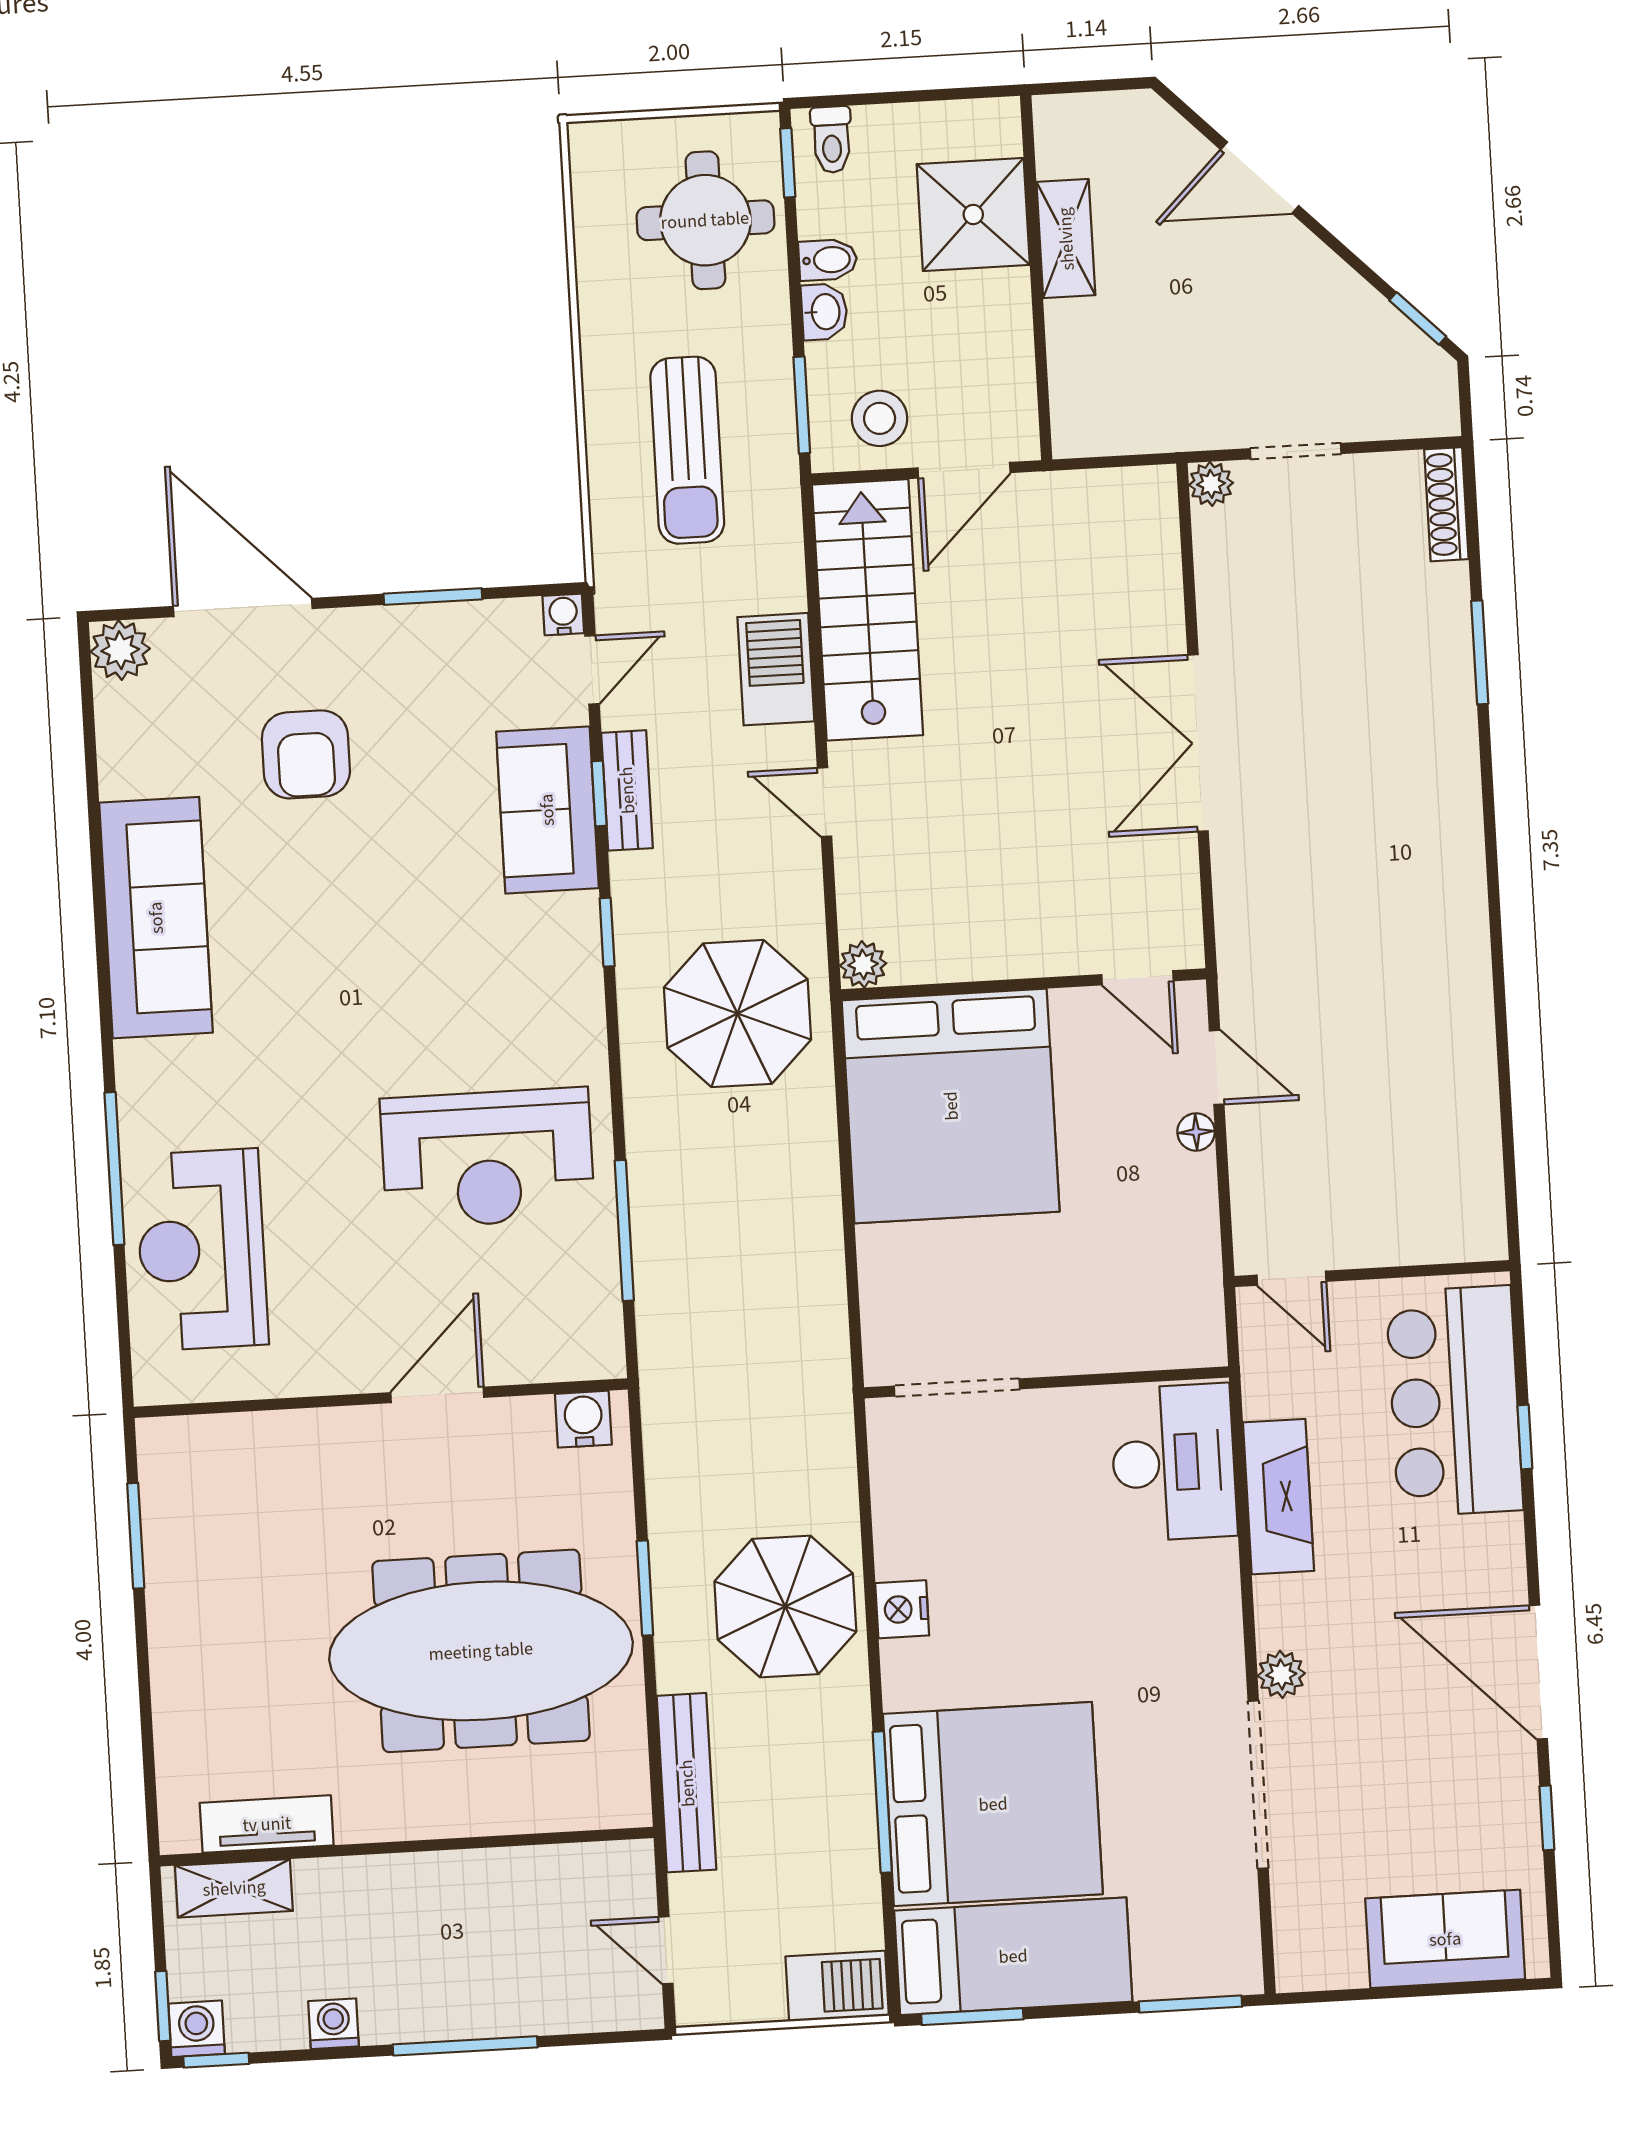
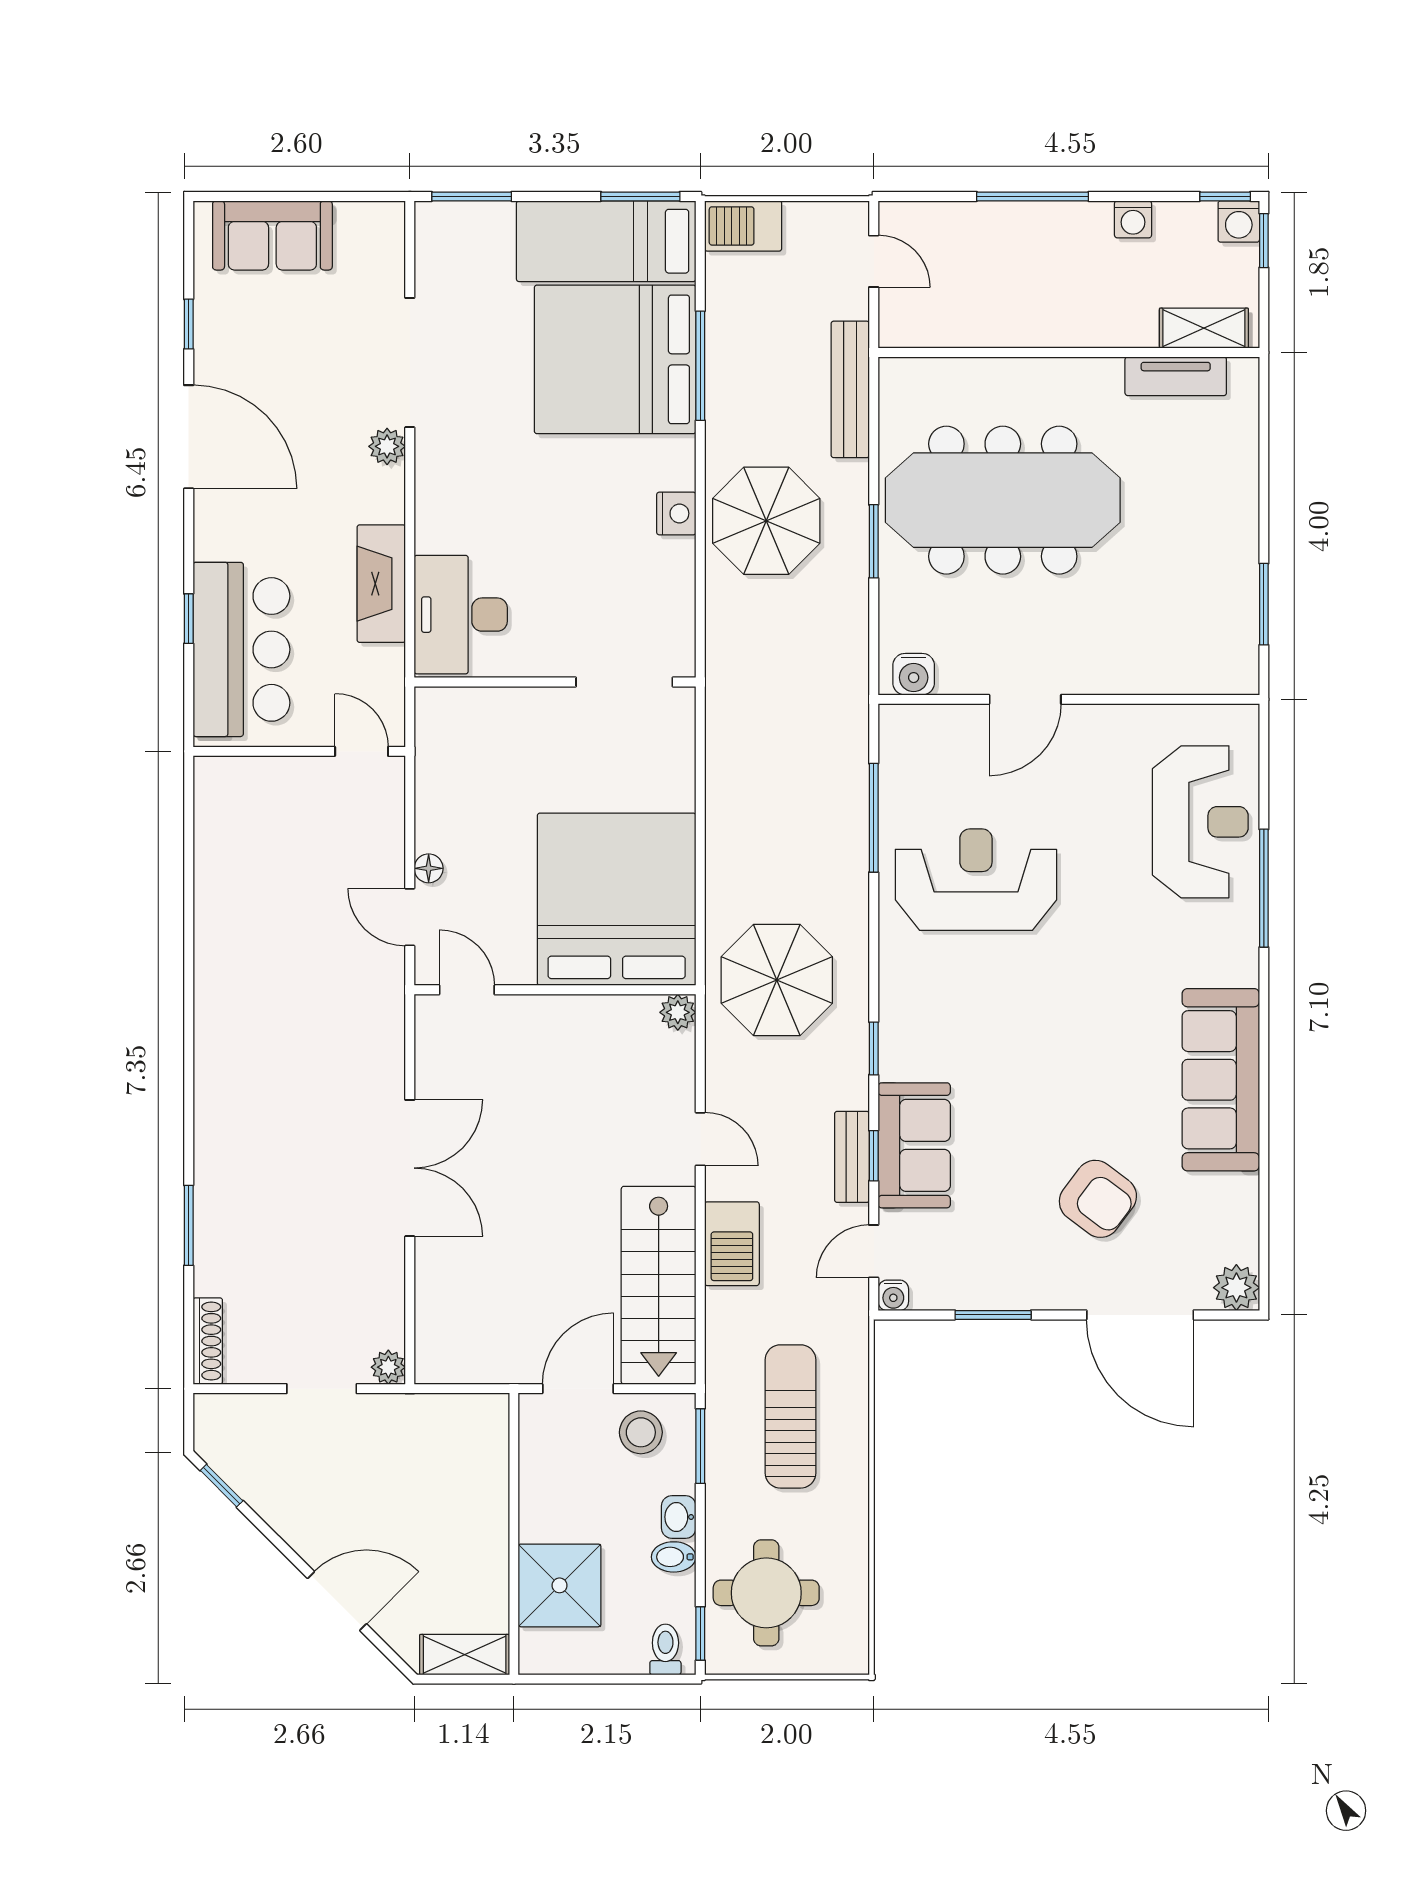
shelving: (1066, 239) -> (465, 1655), moved, turned 90
armchair: (306, 754) -> (1098, 1199), turned 127

